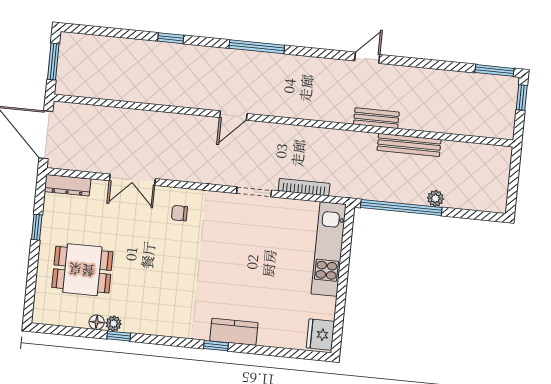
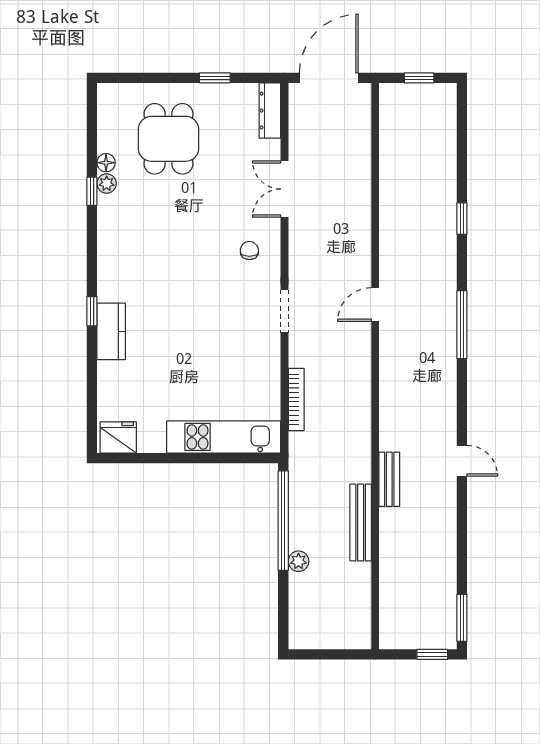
window: (53, 62) -> (419, 78), width x0.67
door: (233, 116) -> (375, 304), hinge flipped
doorway: (254, 192) -> (284, 311), moved

